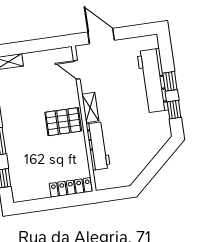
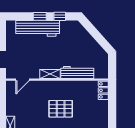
pallet: (63, 122) -> (61, 109), moved, turned 90
locker: (71, 187) -> (103, 90), width x0.66

